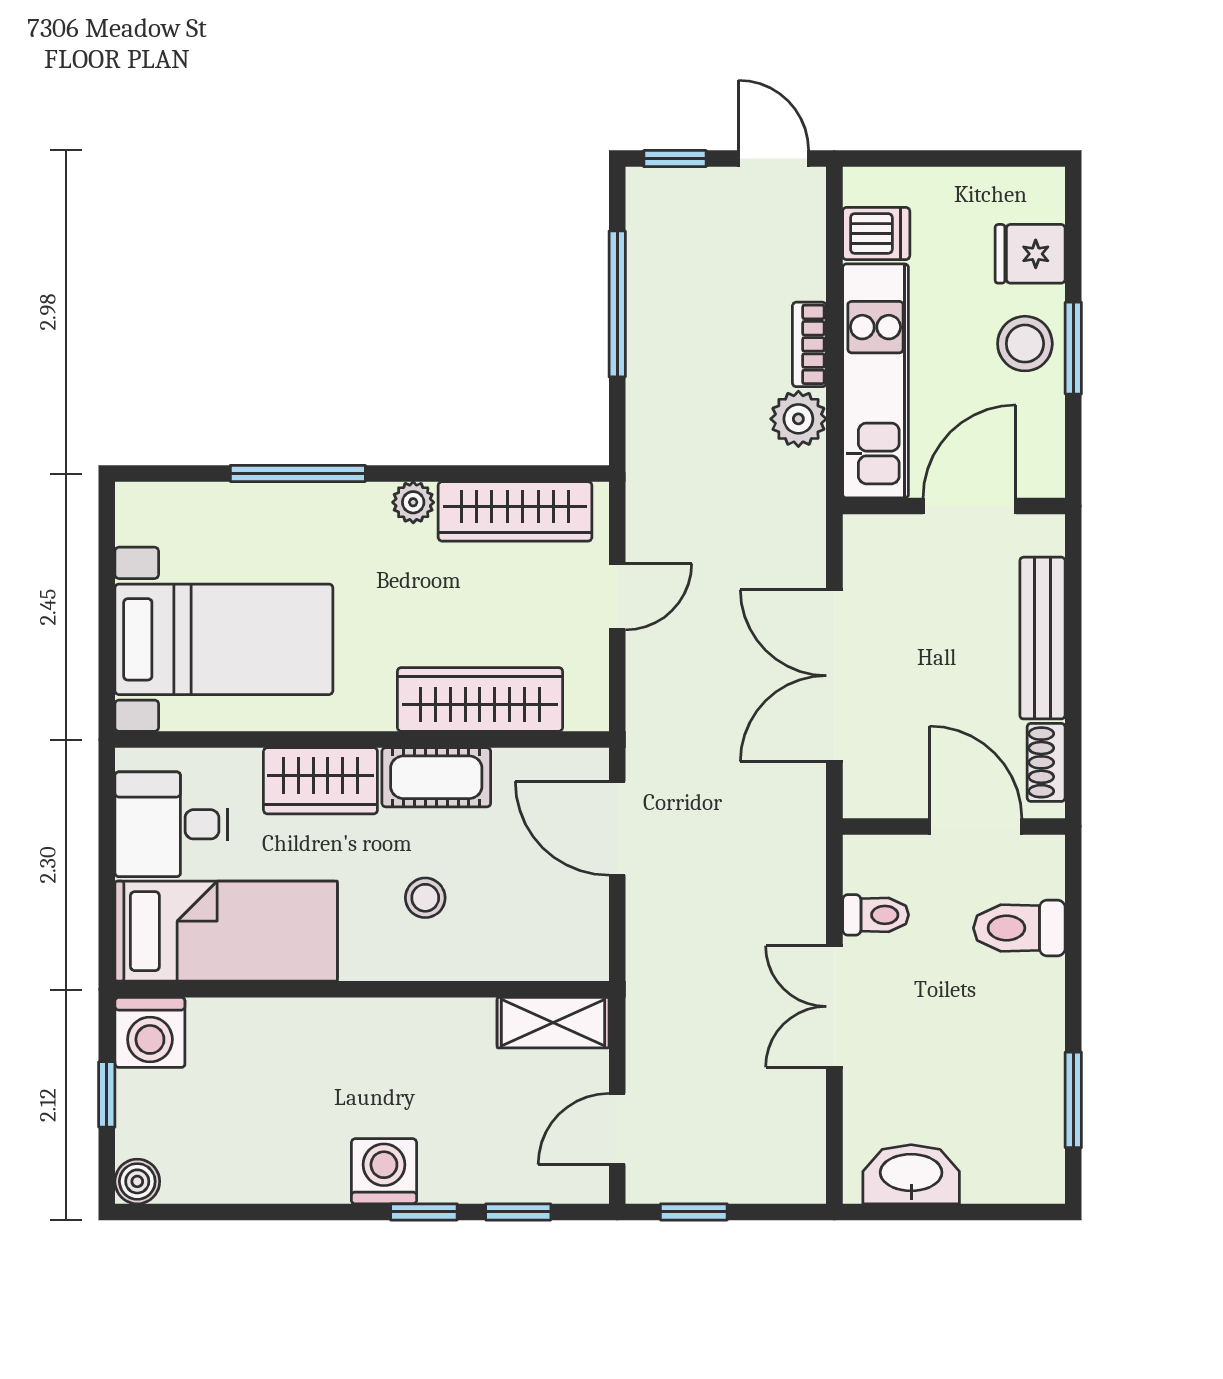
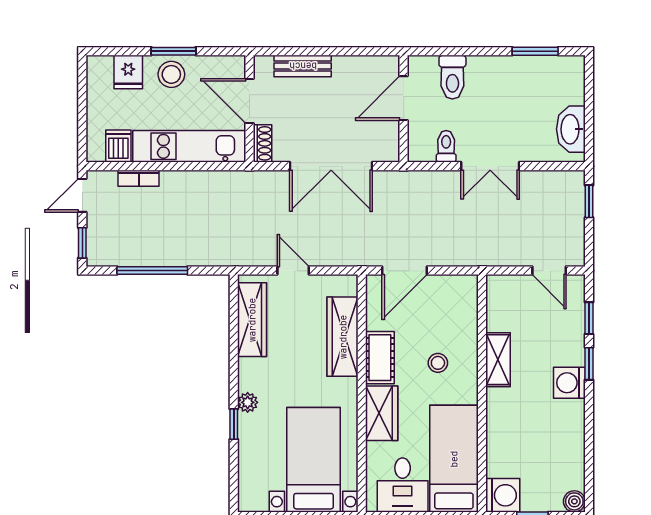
bookcase: (809, 344) -> (139, 178), moved
plant: (798, 419) -> (208, 183), removed
window: (298, 473) -> (234, 424), width x0.46
plant: (413, 502) -> (248, 402), moved
bench: (1042, 638) -> (303, 66), width x0.73
shoe rack: (1046, 762) -> (263, 143), moved, turned -90
shelving: (553, 1023) -> (498, 360), moved
window: (694, 1212) -> (589, 201), moved

